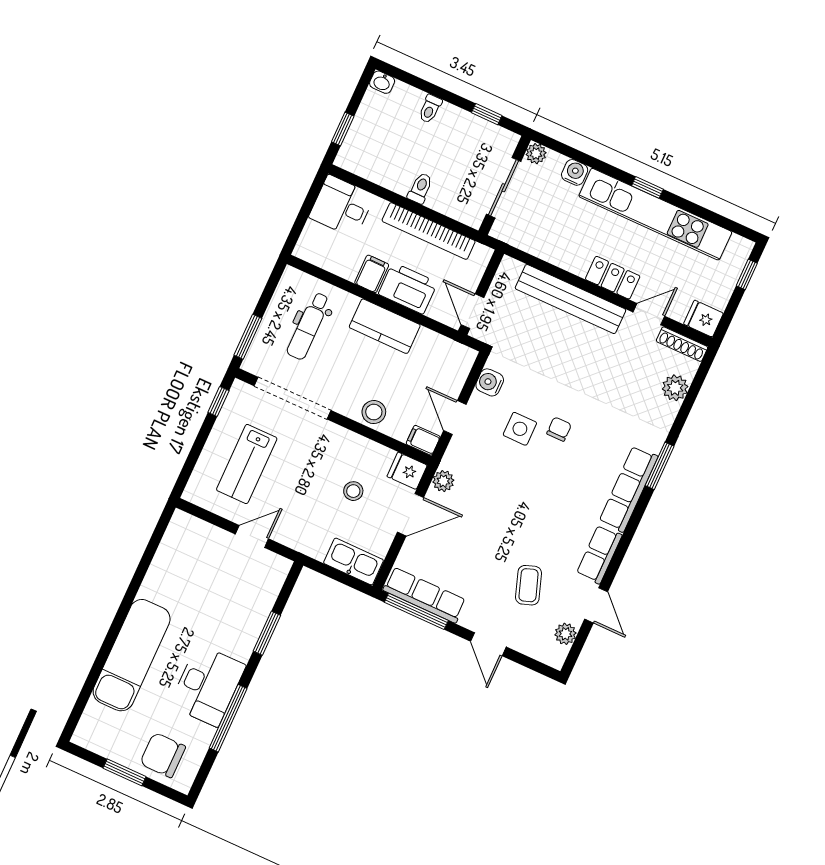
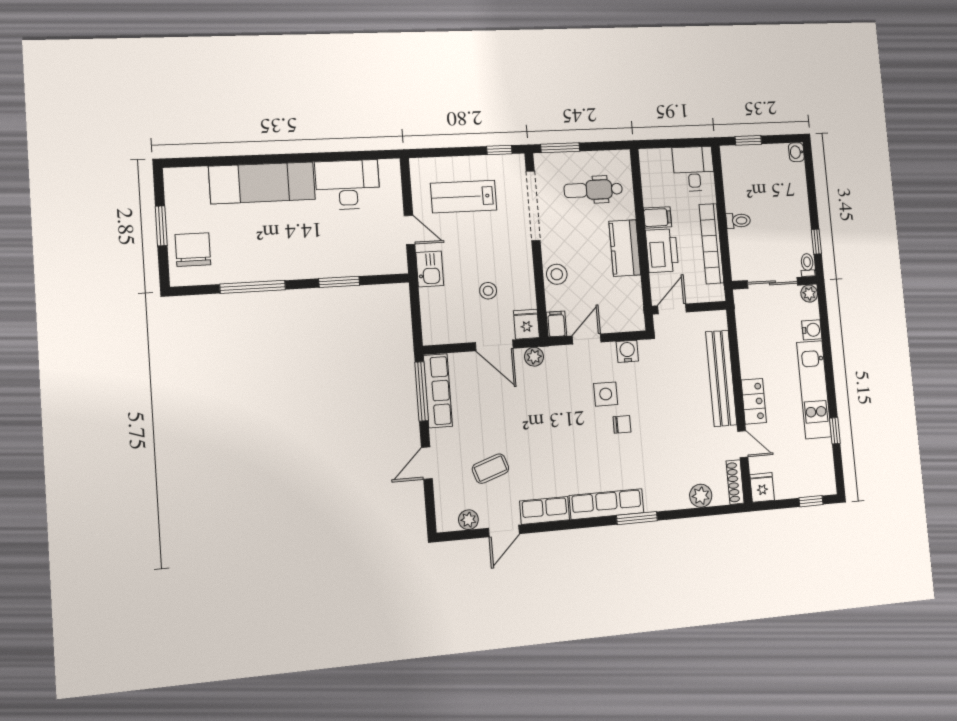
toilet: (430, 109) -> (807, 265), moved, turned 90
window: (647, 187) -> (835, 431), moved
kitchen unit: (655, 214) -> (814, 390), width x0.73
kitchen sink: (353, 561) -> (430, 269), moved, width x0.73
desk: (208, 685) -> (348, 185), moved, turned 180

